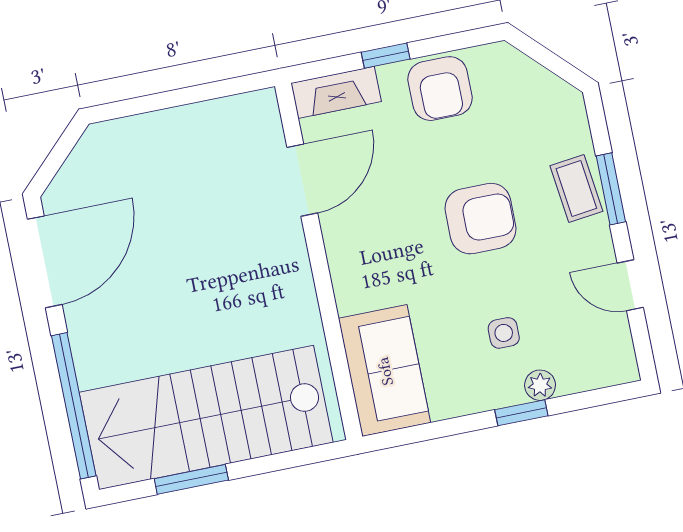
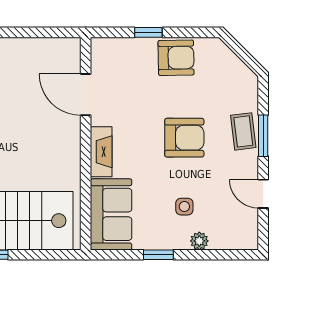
armchair: (440, 89) -> (176, 58), turned -91
fireplace: (336, 92) -> (101, 152), moved, turned -90
door: (302, 180) -> (86, 95), swing flipped
window: (521, 413) -> (158, 255), moved

